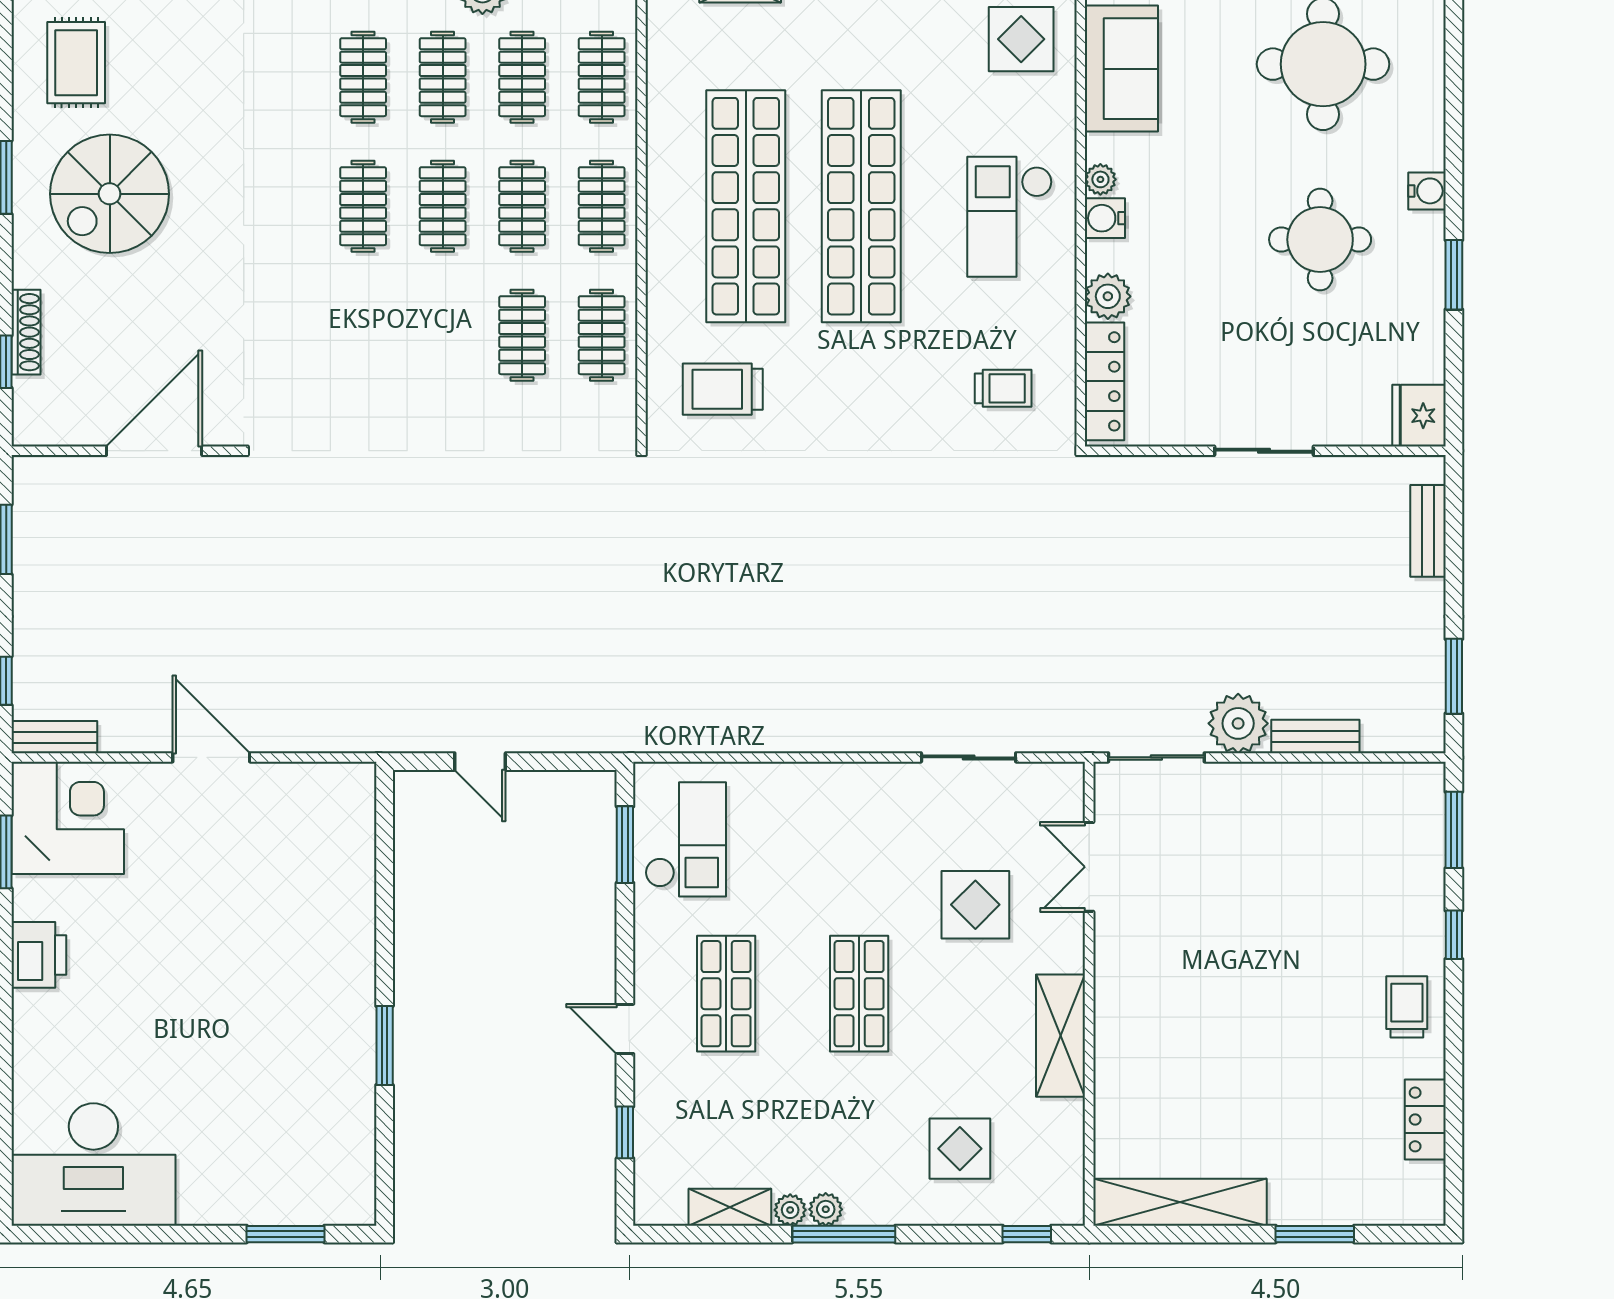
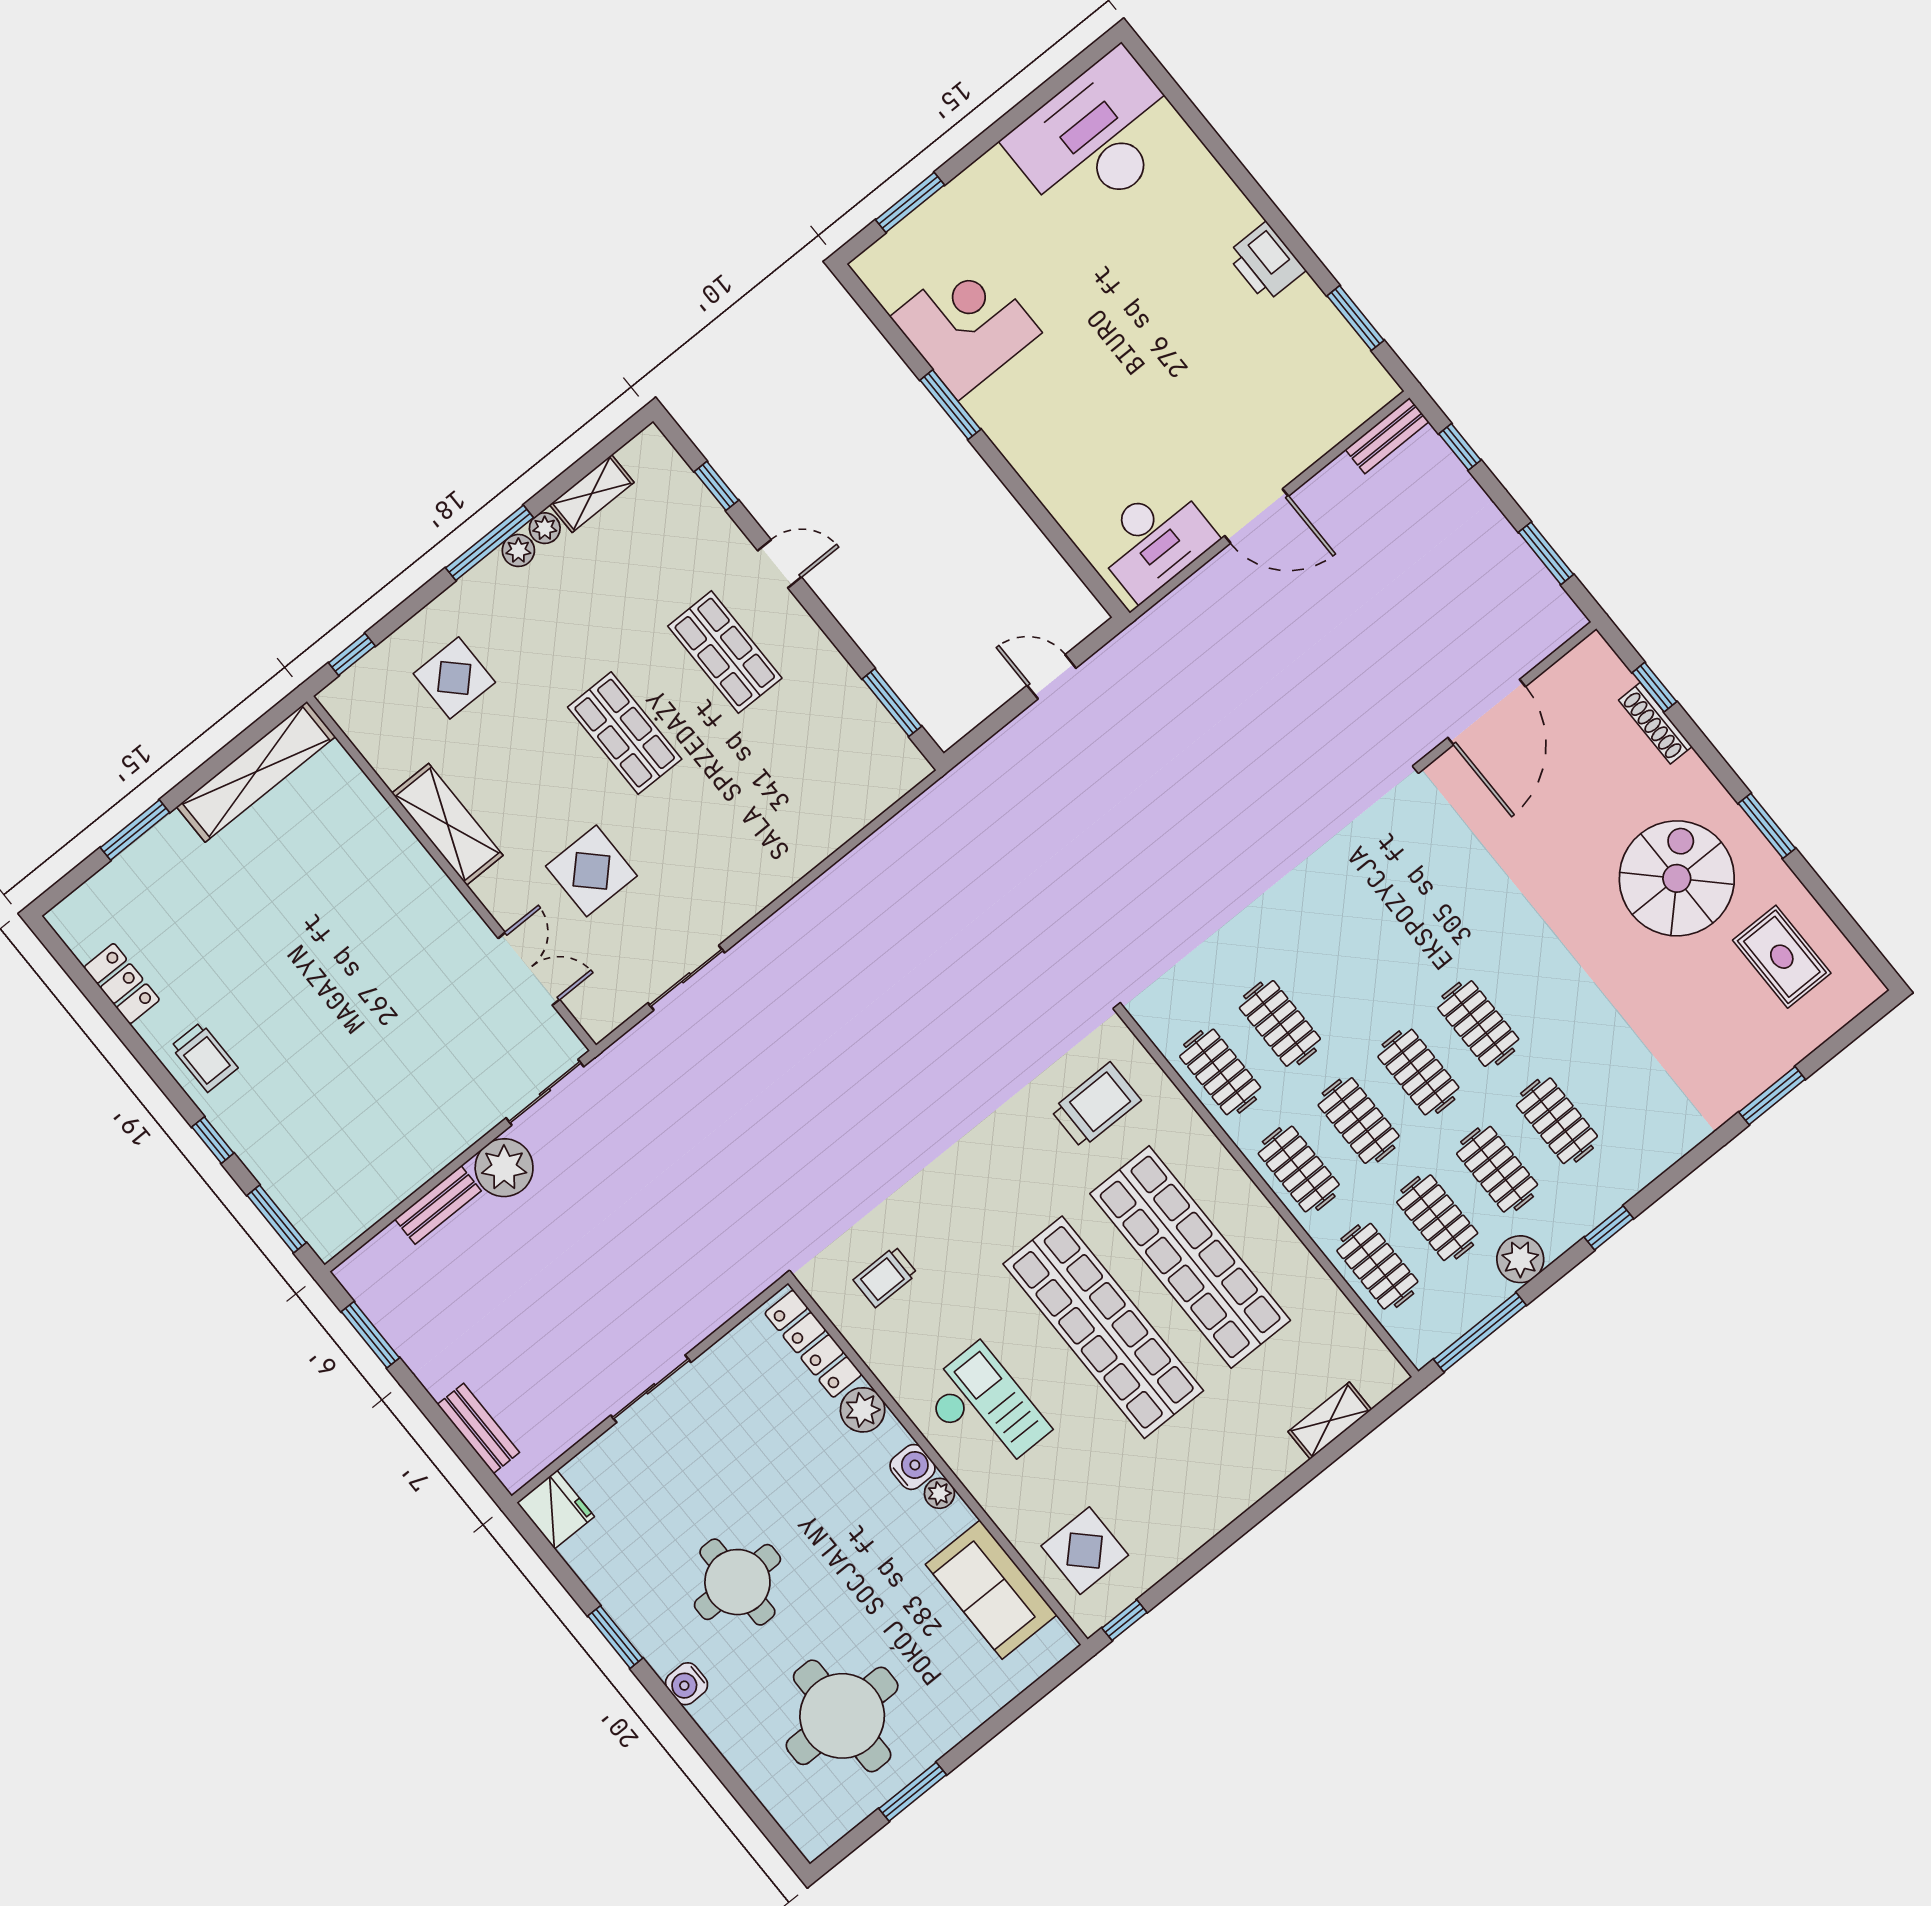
desk: (309, 805) -> (1154, 540), added
corner desk: (68, 818) -> (966, 325), moved, turned 180
checkout: (686, 839) -> (849, 744), removed

